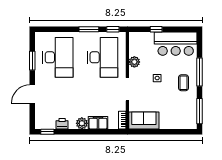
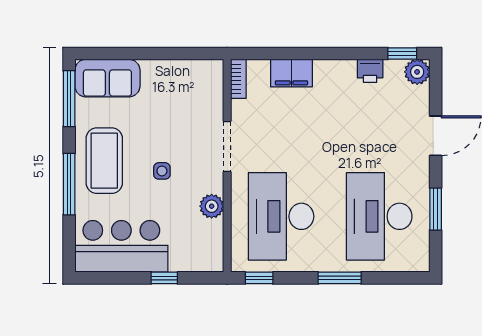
window: (89, 29) -> (340, 278), moved
coffee table: (184, 83) -> (104, 161), width x1.86, depth x1.72
sofa: (144, 120) -> (107, 78), moved
plant: (82, 123) -> (417, 72), moved

